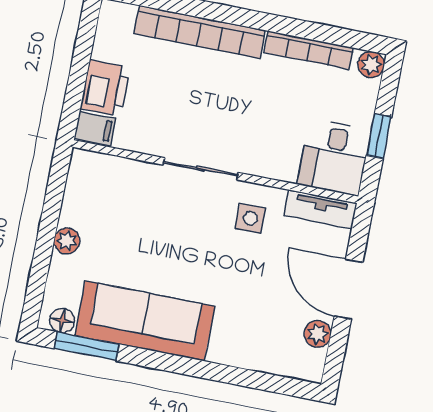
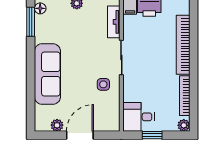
tv unit: (321, 209) -> (114, 22), moved
sofa: (145, 321) -> (47, 74), moved

